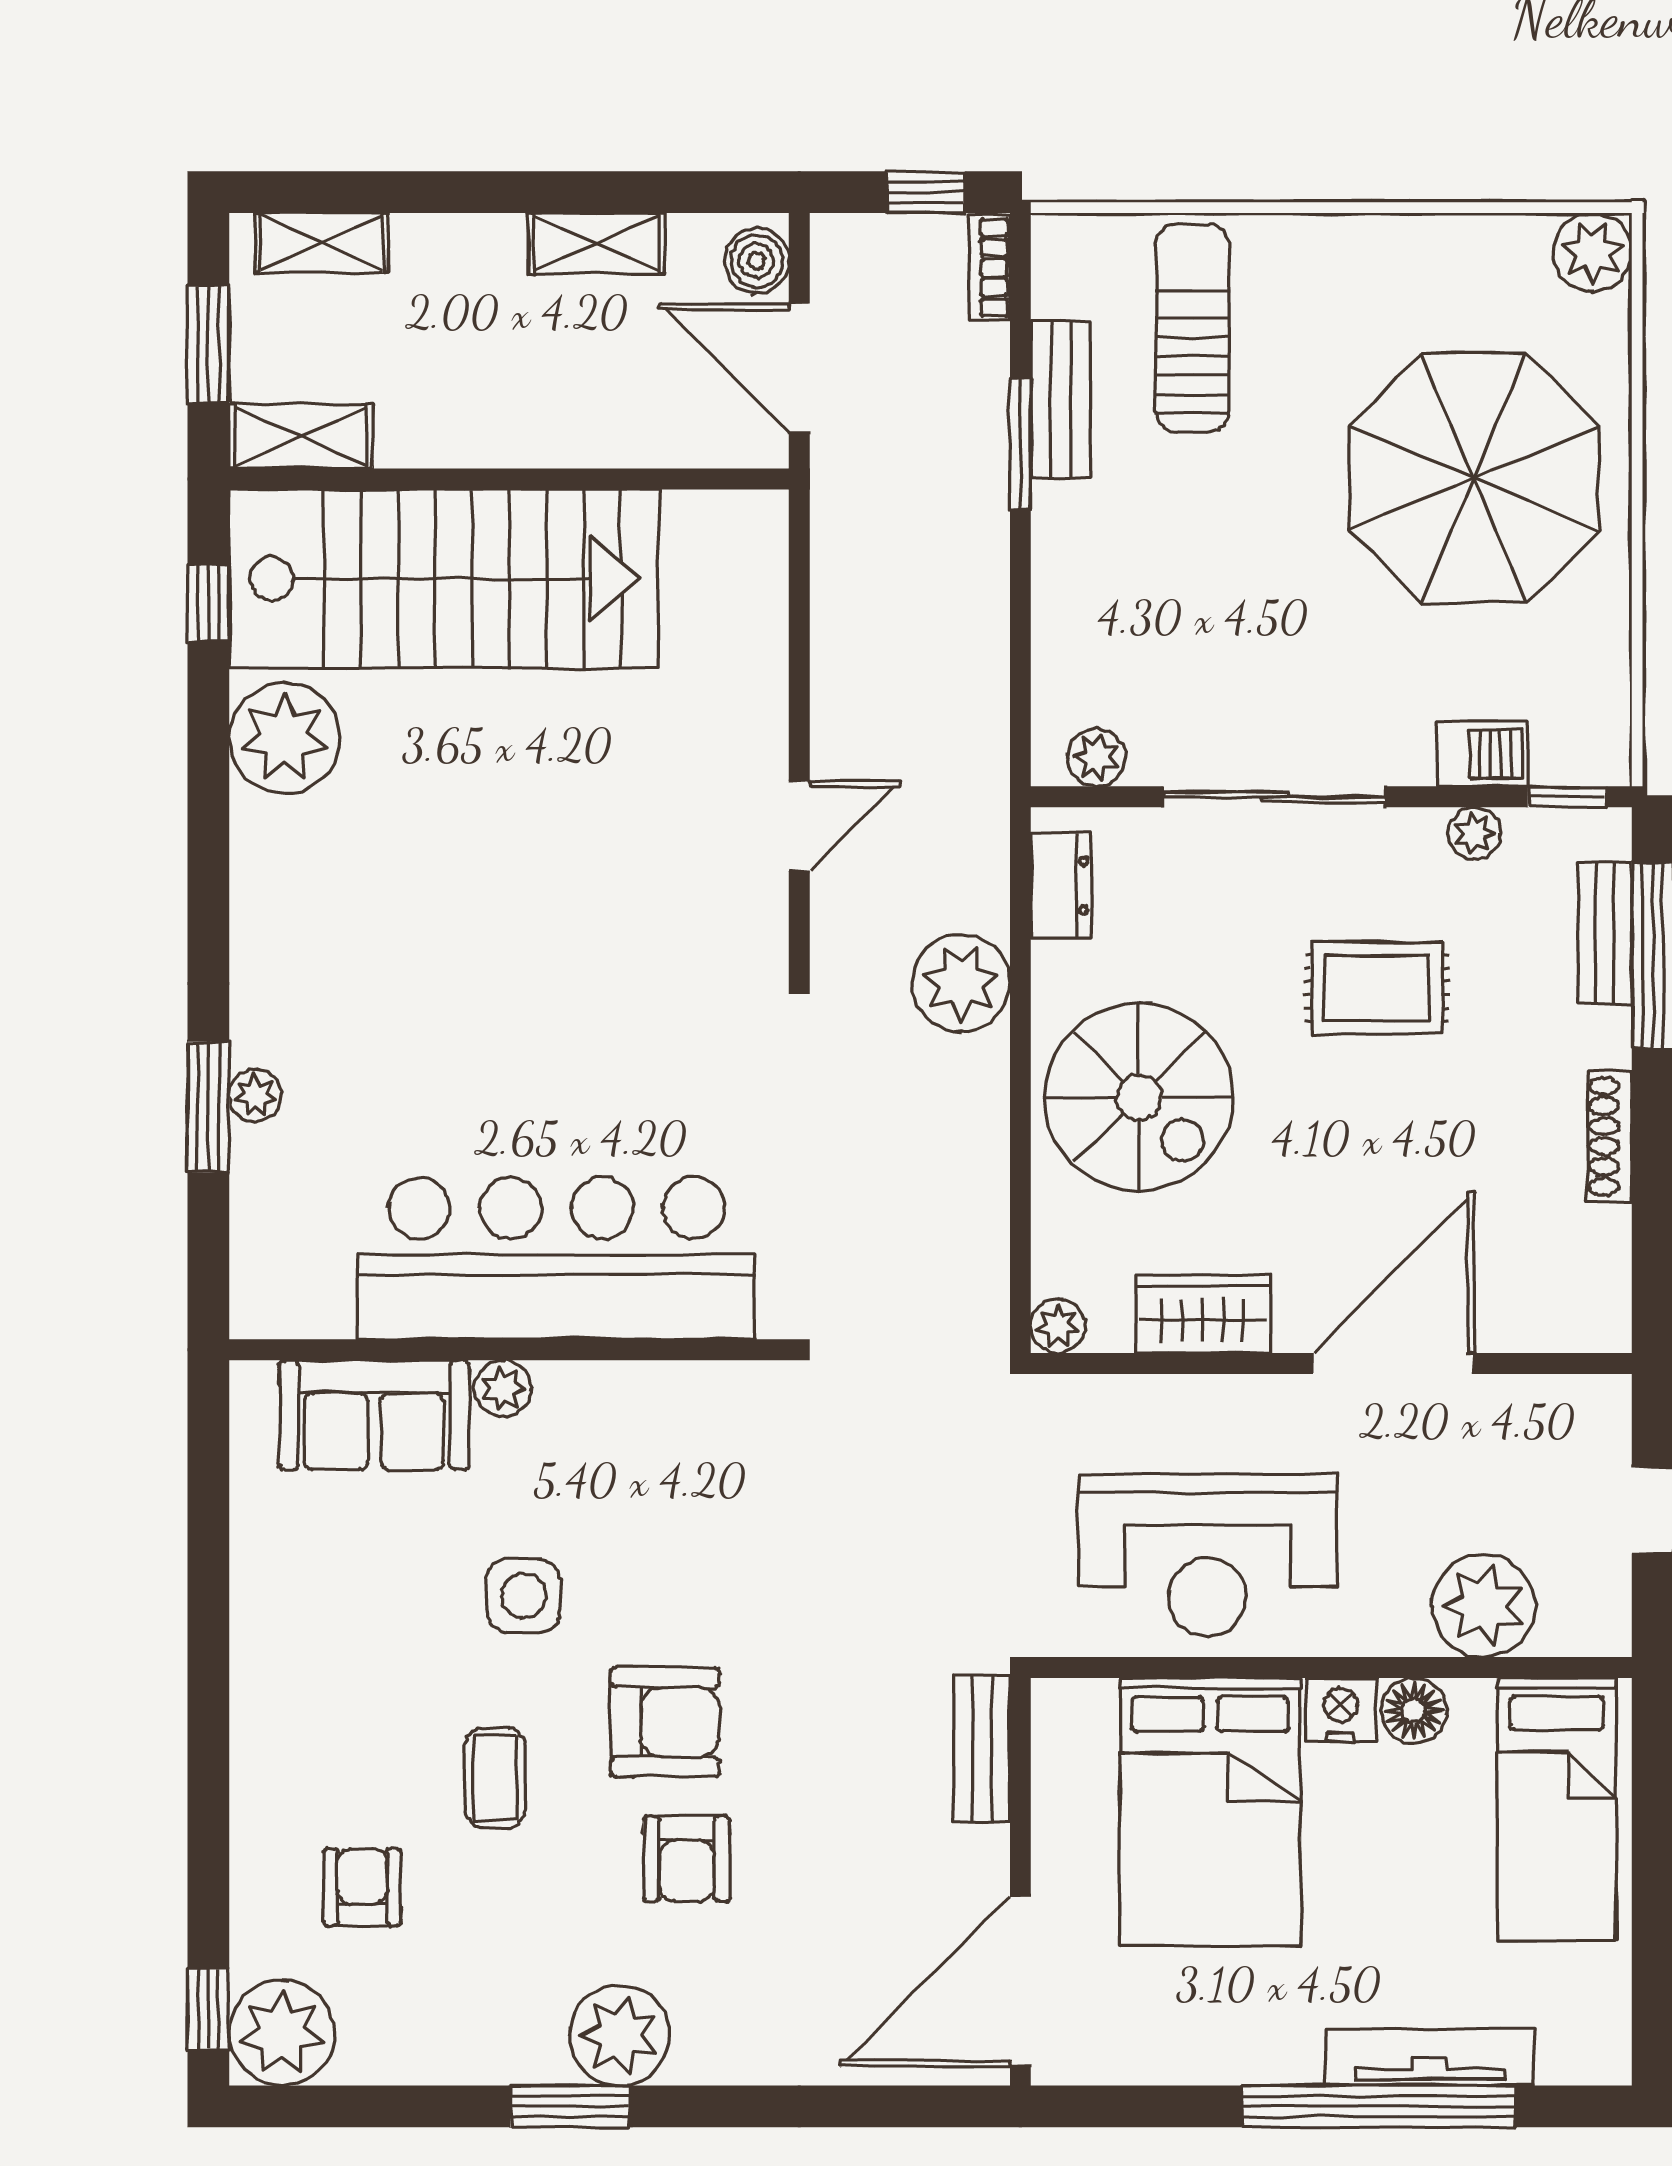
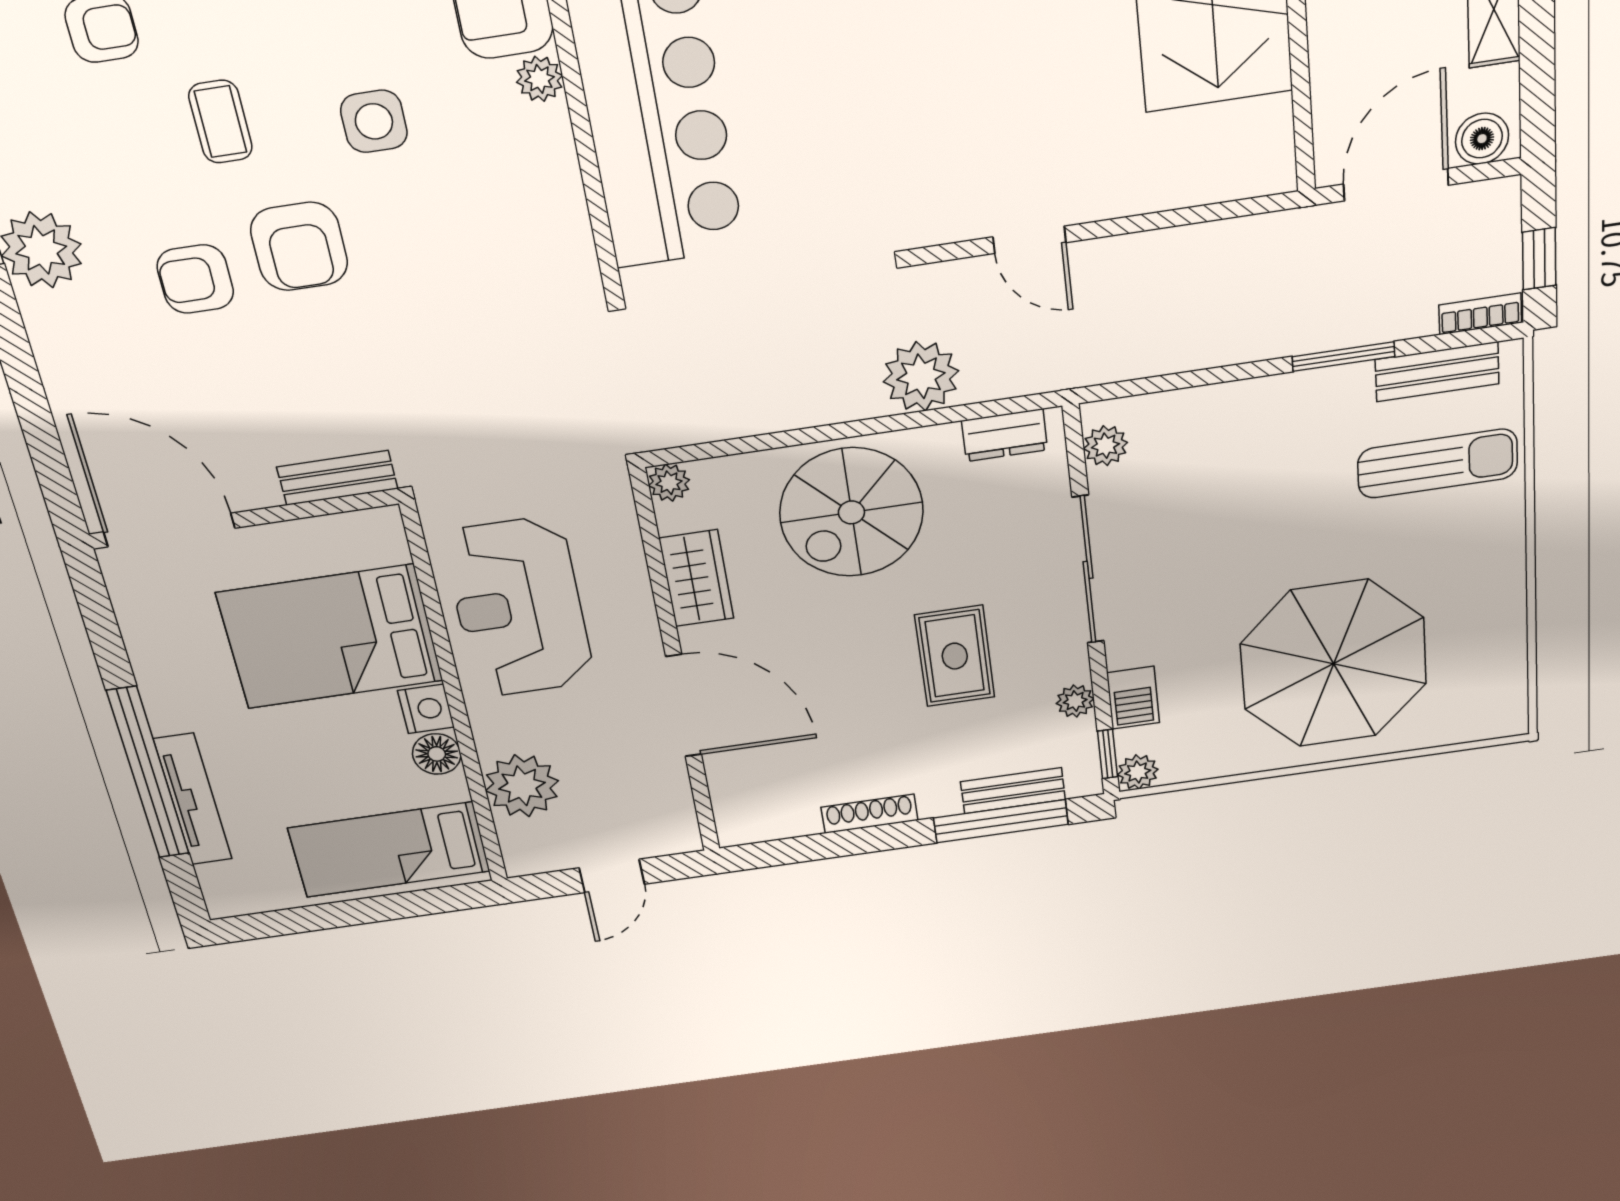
plant: (1593, 252) -> (1138, 772), moved, width x0.73, depth x0.73
bench: (1061, 400) -> (1437, 372), moved
coffee table: (495, 1778) -> (220, 122), turned 90

